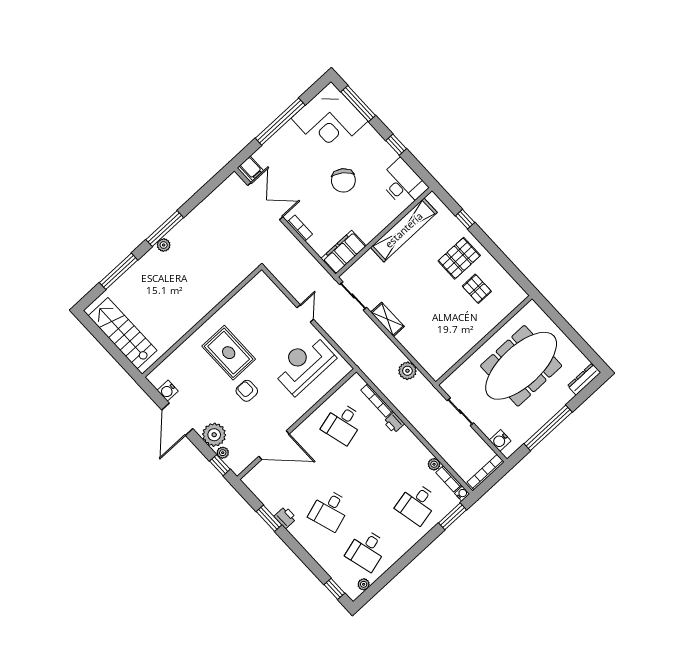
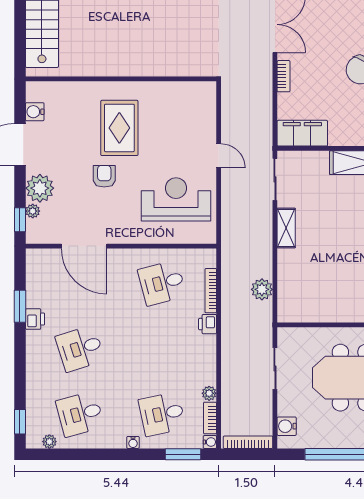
door: (305, 313) -> (219, 156), hinge flipped
water cooler: (415, 537) -> (133, 442), added

